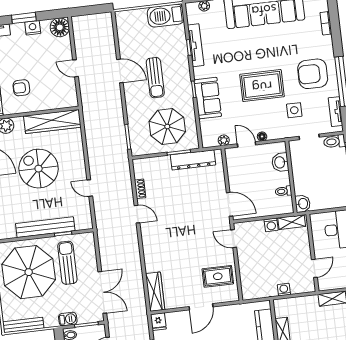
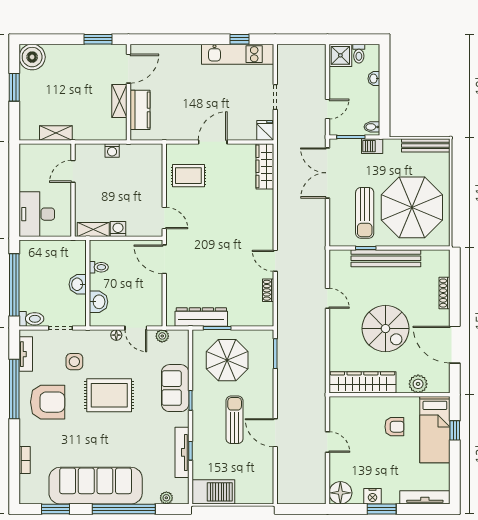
washbasin: (303, 204) -> (78, 284), moved

